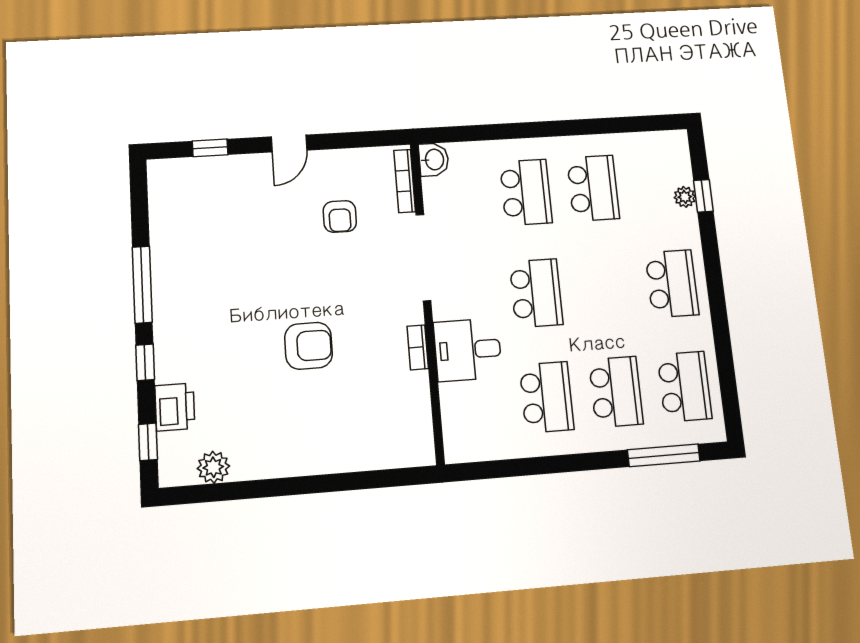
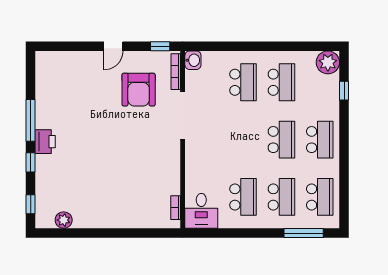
window: (210, 148) -> (160, 46), moved
plant: (685, 197) -> (328, 62), moved, width x1.87, depth x1.87
armchair: (340, 217) -> (139, 90), width x1.88, depth x1.88
school desk: (536, 293) -> (281, 140), moved
armchair: (309, 346) -> (117, 160), removed
bookcase: (418, 347) -> (176, 208), moved
desk: (468, 350) -> (201, 211), moved, turned -90
printer: (175, 407) -> (45, 142), moved

